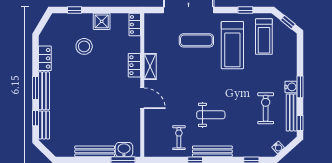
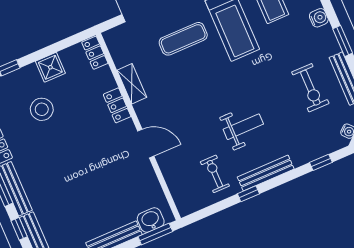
shelving: (150, 67) -> (132, 84), moved
water cooler: (291, 87) -> (319, 18), moved
exercise bike: (266, 108) -> (310, 88), turned 180

